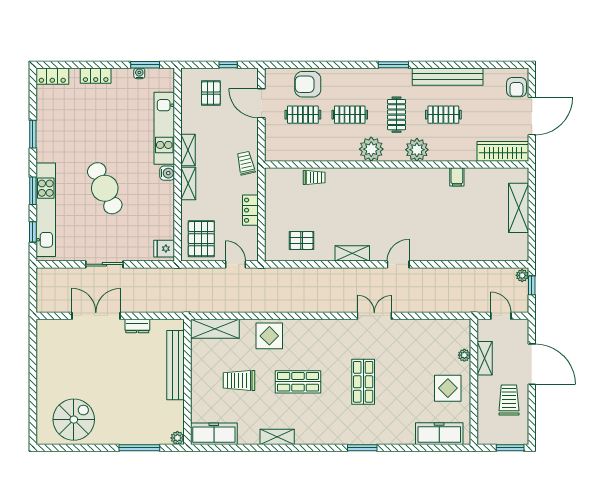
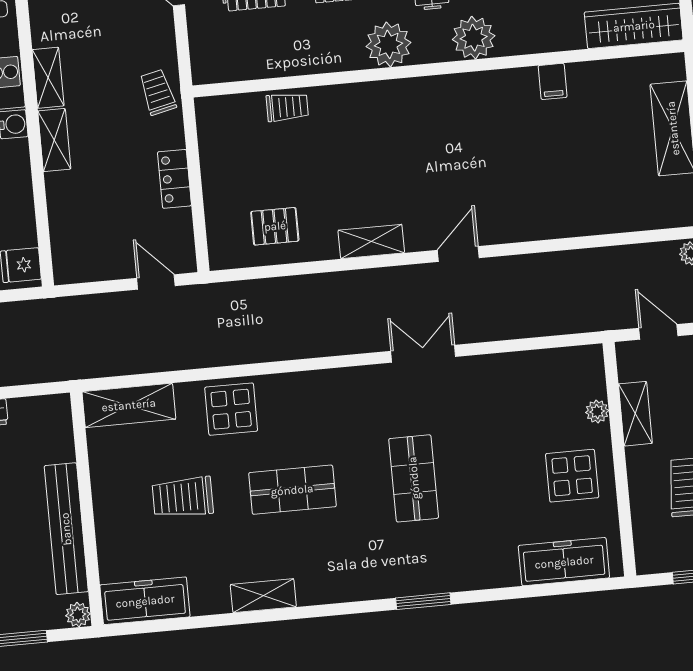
pallet: (201, 239) -> (88, 240), removed
bench: (175, 365) -> (66, 529), moved

